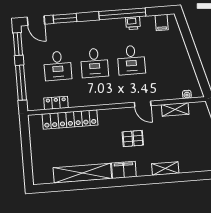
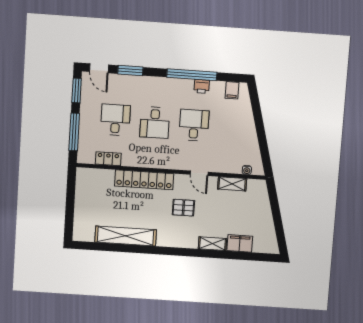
desk: (131, 60) -> (194, 125), turned 180
desk: (58, 66) -> (115, 120), turned 180
locker: (70, 119) -> (144, 180), moved
filing cabinet: (124, 170) -> (240, 243), moved

